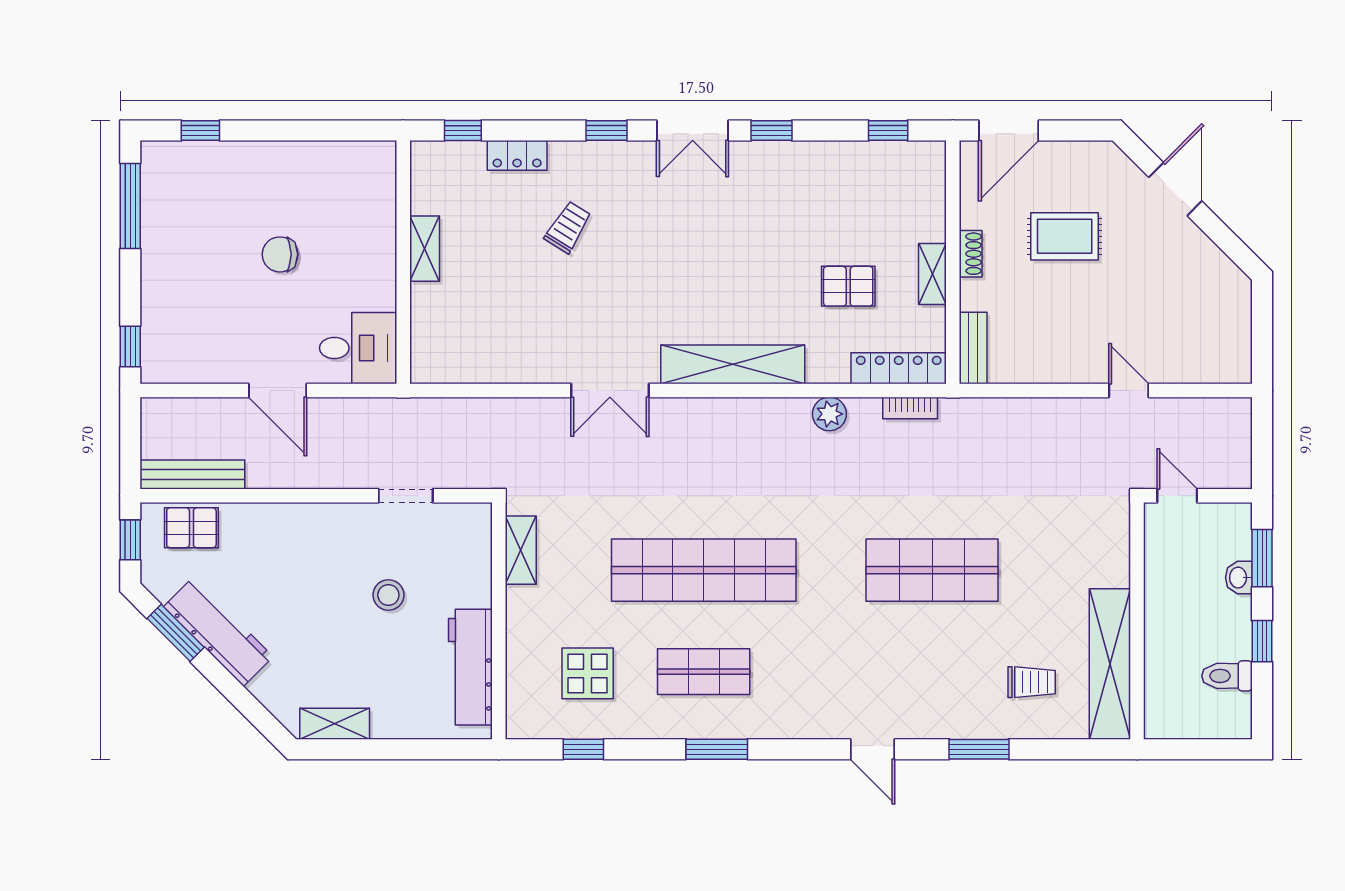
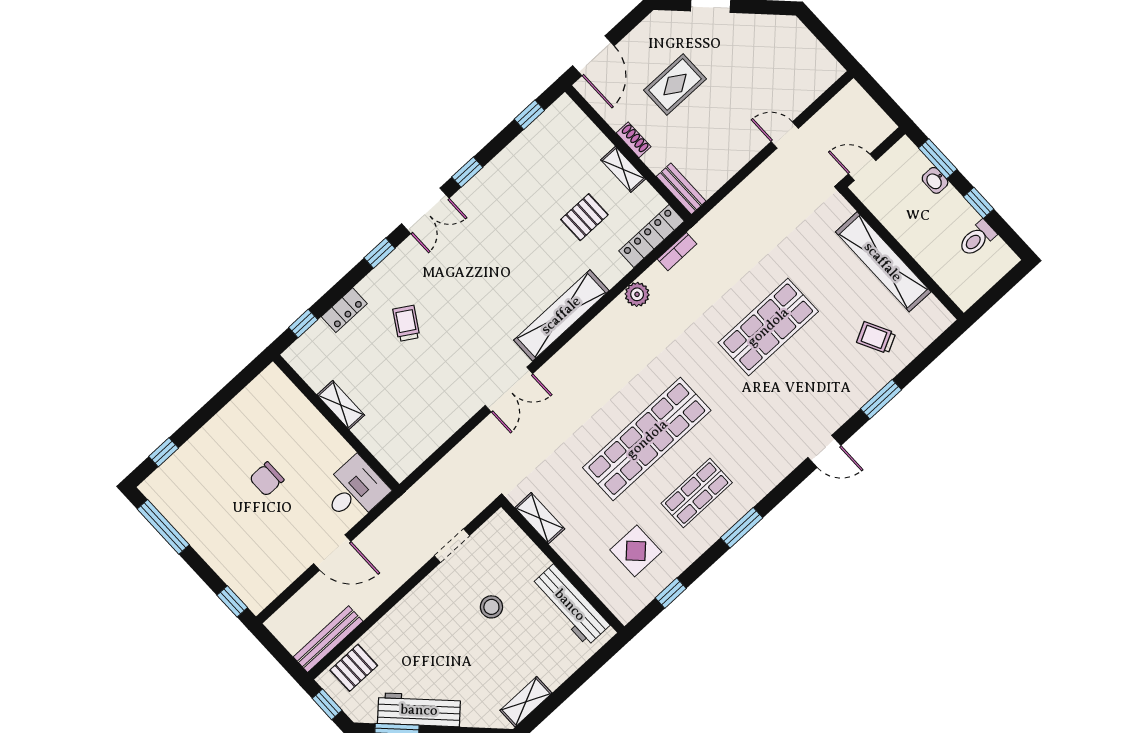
shelving: (1110, 664) -> (883, 262), moved
trolley: (1032, 682) -> (876, 338), turned -117

